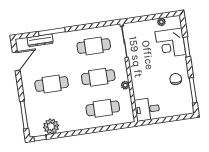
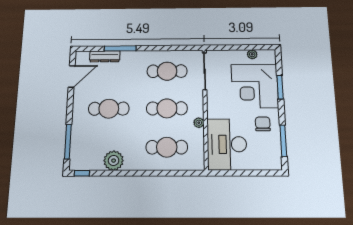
corner desk: (170, 43) -> (255, 86), width x1.36, depth x1.36
desk: (147, 109) -> (227, 144), width x1.87, depth x1.30
plant: (51, 126) -> (114, 161), moved

